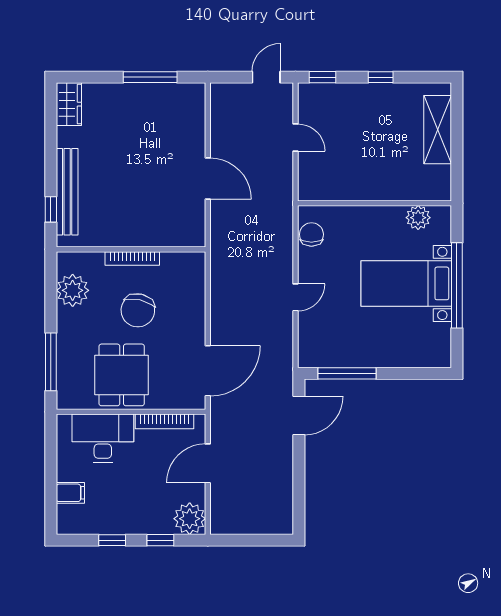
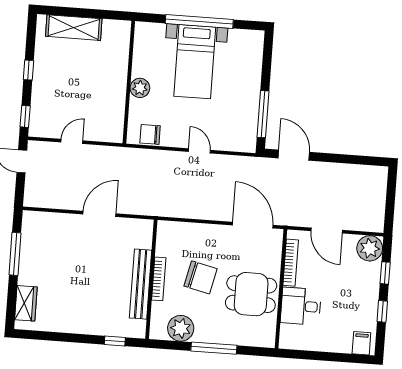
wardrobe: (69, 104) -> (26, 303), moved, turned 90
bench: (67, 192) -> (141, 284), moved, turned 90
plant: (418, 218) -> (140, 88), moved
window: (51, 362) -> (214, 348), moved
desk: (103, 438) -> (301, 306), width x0.73
filing cabinet: (70, 493) -> (361, 343), moved

